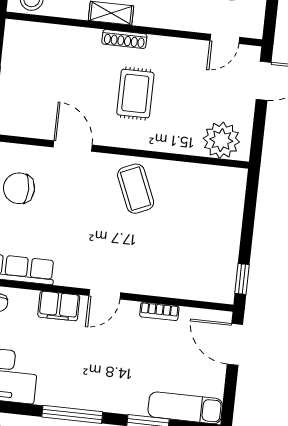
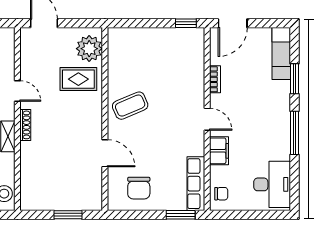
door: (225, 39) -> (17, 91), moved
rug: (135, 94) -> (78, 79), moved
door: (73, 146) -> (105, 153), swing flipped

